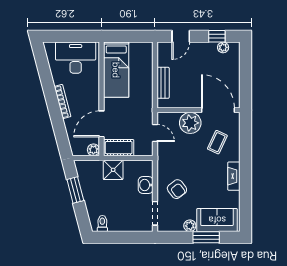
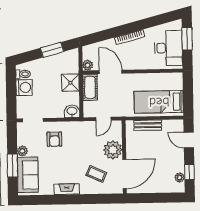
window: (65, 36) -> (187, 39), added
bed: (116, 70) -> (159, 102), moved
washbasin: (146, 185) -> (72, 111), moved
armchair: (177, 189) -> (54, 139), turned -52
washing machine: (118, 223) -> (24, 87), added

